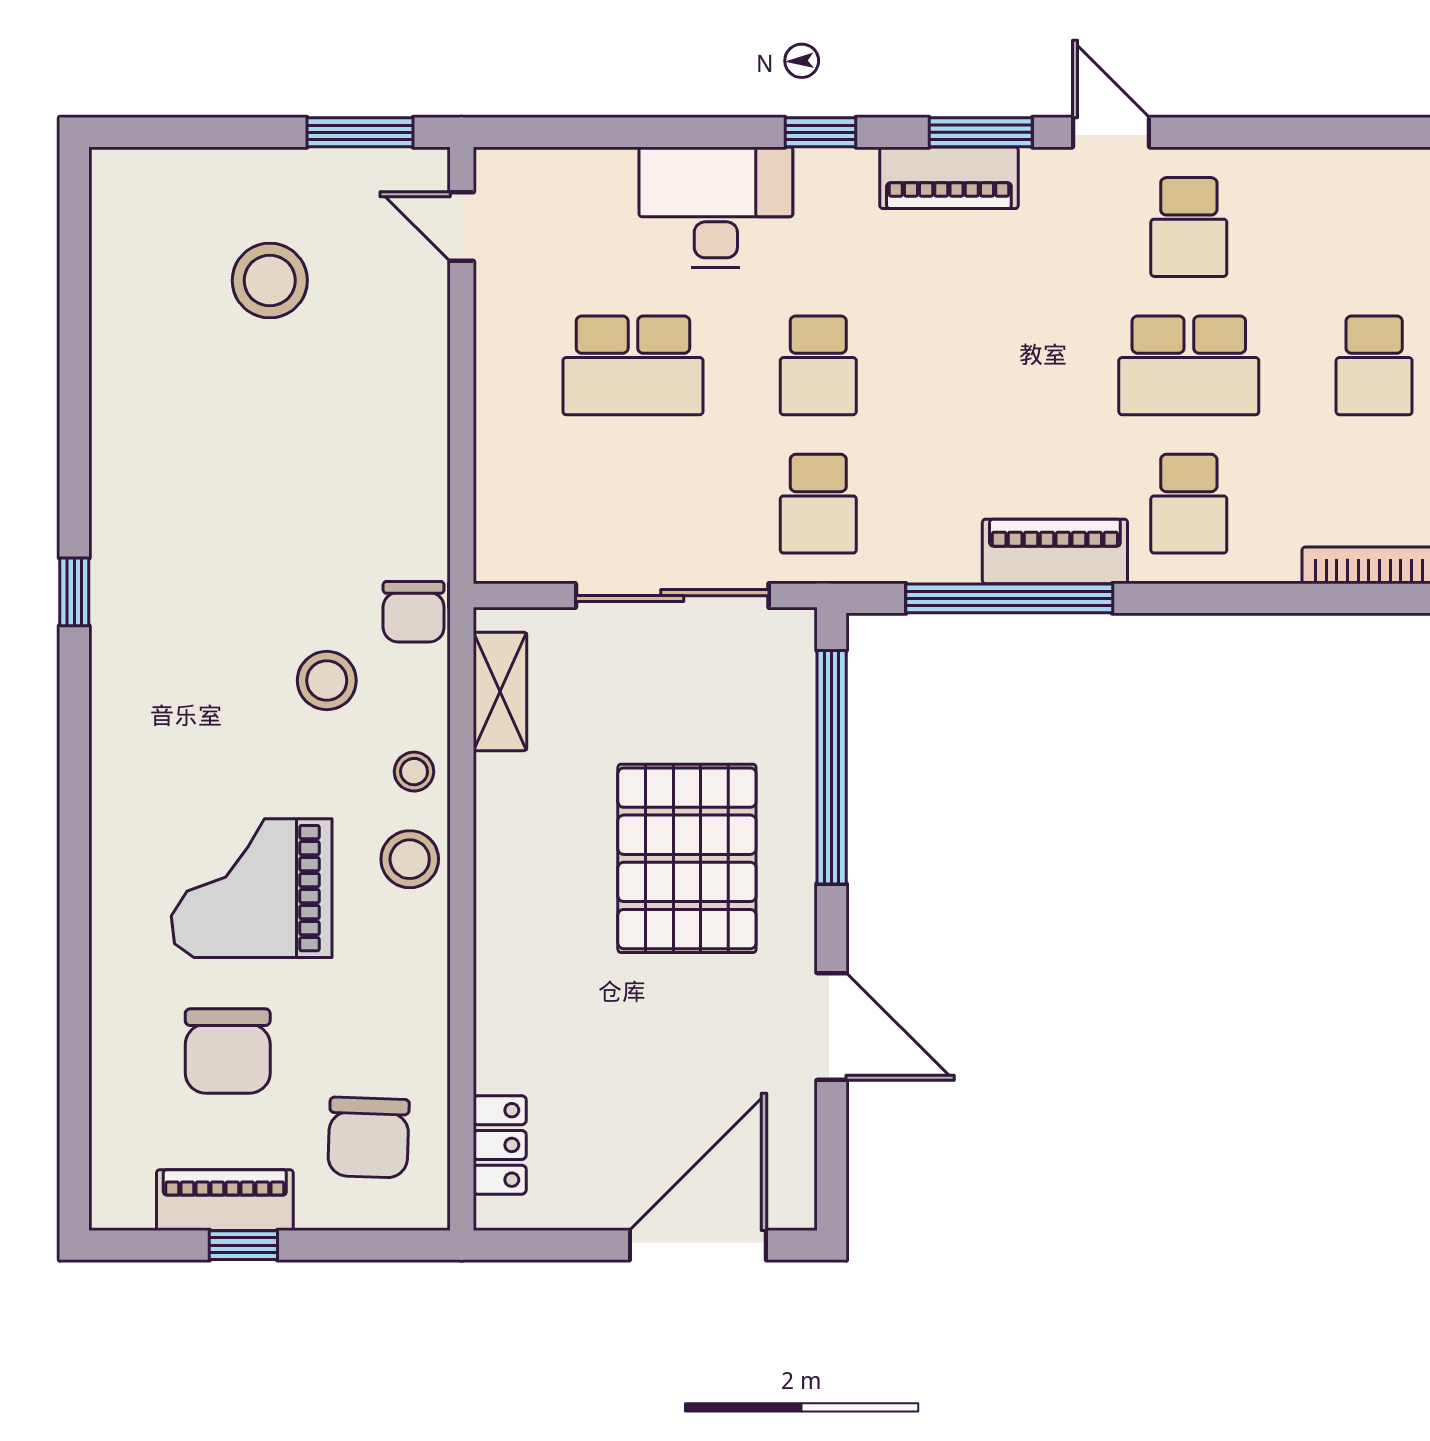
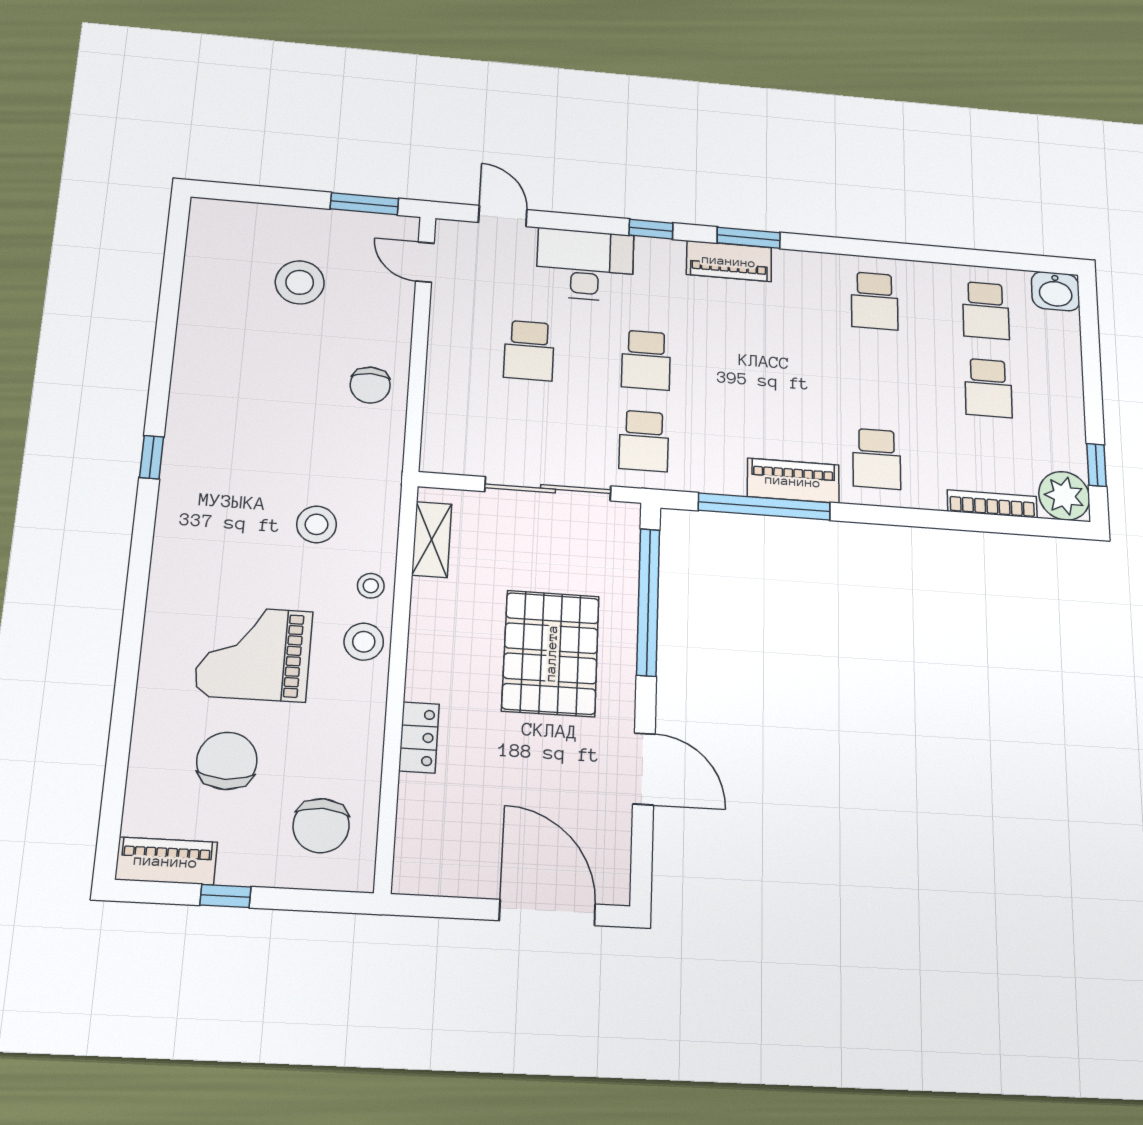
door: (1111, 132) -> (503, 216), moved
school desk: (633, 365) -> (529, 351), width x0.54
school desk: (1189, 365) -> (986, 310), moved, width x0.54
chair: (414, 612) -> (370, 385), moved
chair: (228, 1051) -> (227, 761), turned 180
locker: (500, 1145) -> (419, 737), moved
piano: (225, 1200) -> (166, 861), moved
door: (698, 1245) -> (547, 912), hinge flipped

